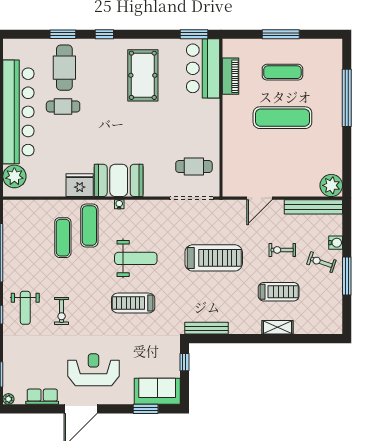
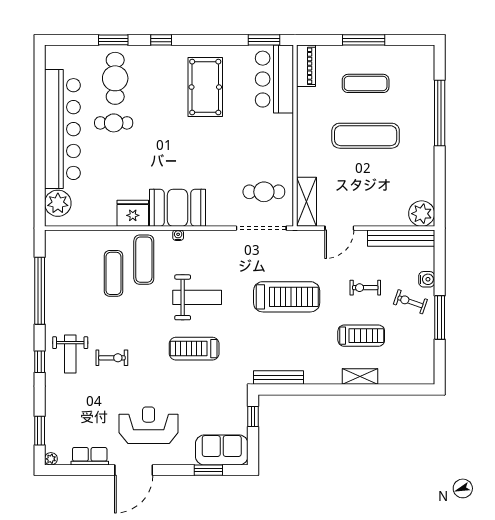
piano: (231, 76) -> (306, 66), moved
shelving: (231, 175) -> (307, 202), added
exercise bike: (62, 311) -> (112, 358), turned -90

